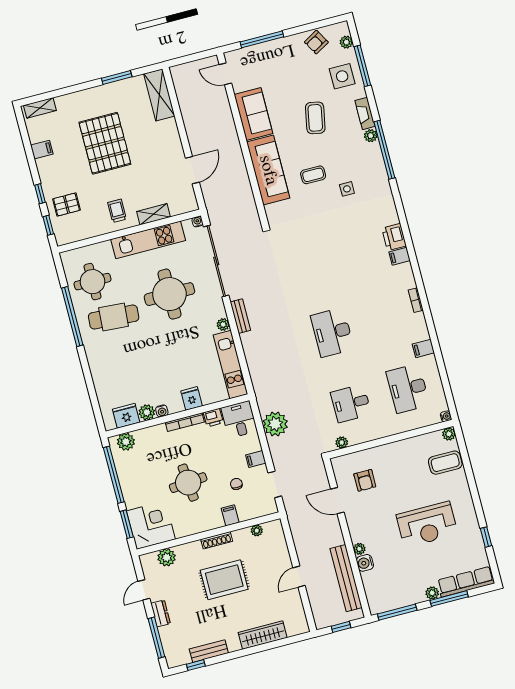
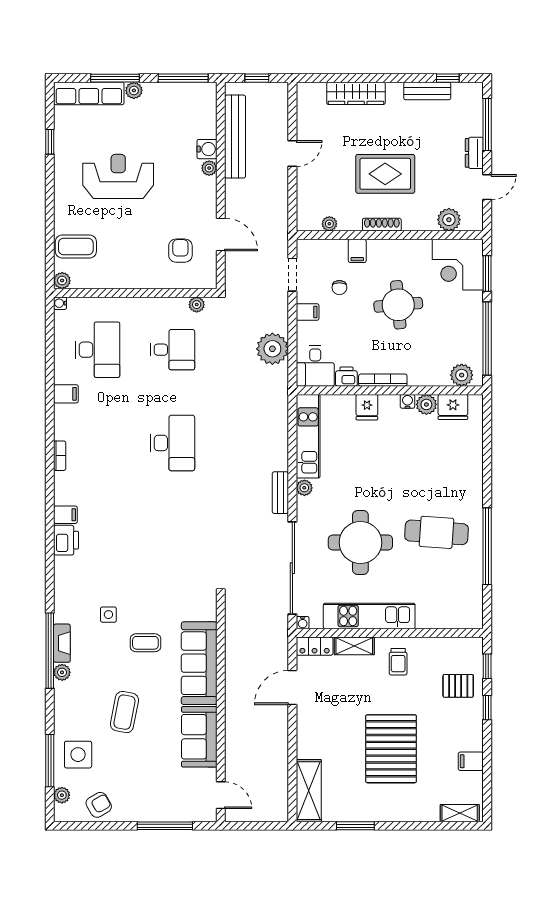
fireplace: (365, 113) -> (62, 643), moved
locker: (184, 206) -> (315, 646), added
round table: (93, 282) -> (451, 583), removed

